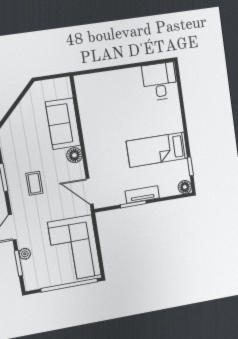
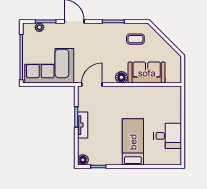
desk: (160, 81) -> (168, 136), moved
bed: (157, 150) -> (133, 142), moved
coffee table: (34, 183) -> (135, 39), moved
plant: (25, 254) -> (39, 27), moved

